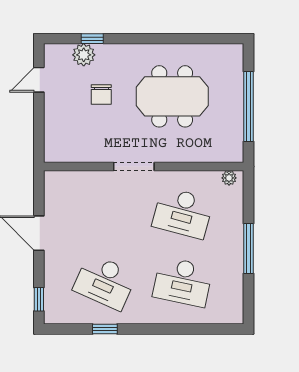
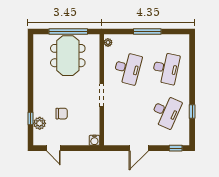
meeting table: (172, 96) -> (68, 56), moved
water cooler: (53, 153) -> (94, 140), added

